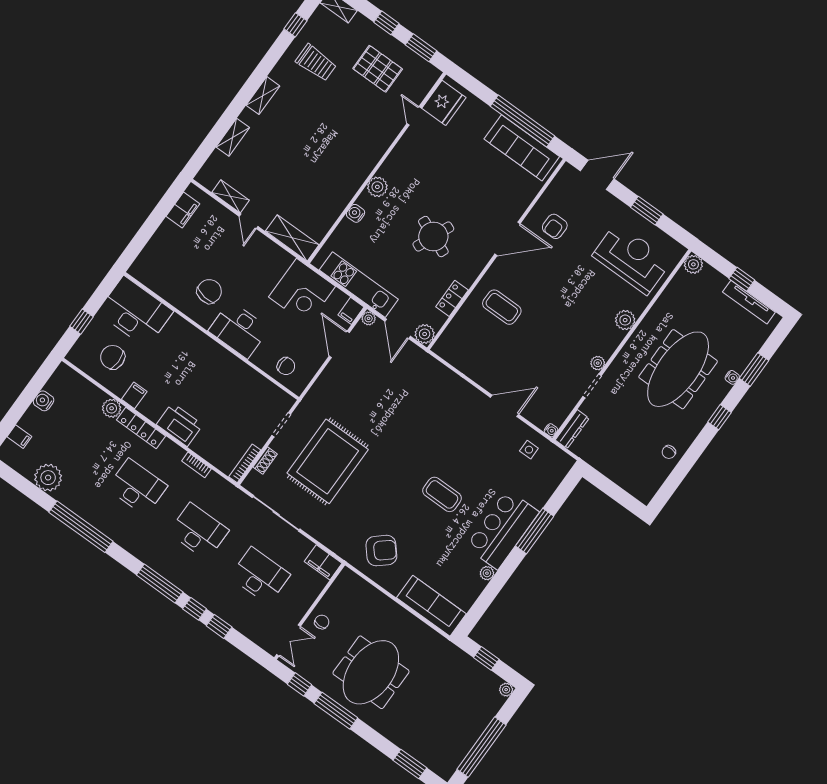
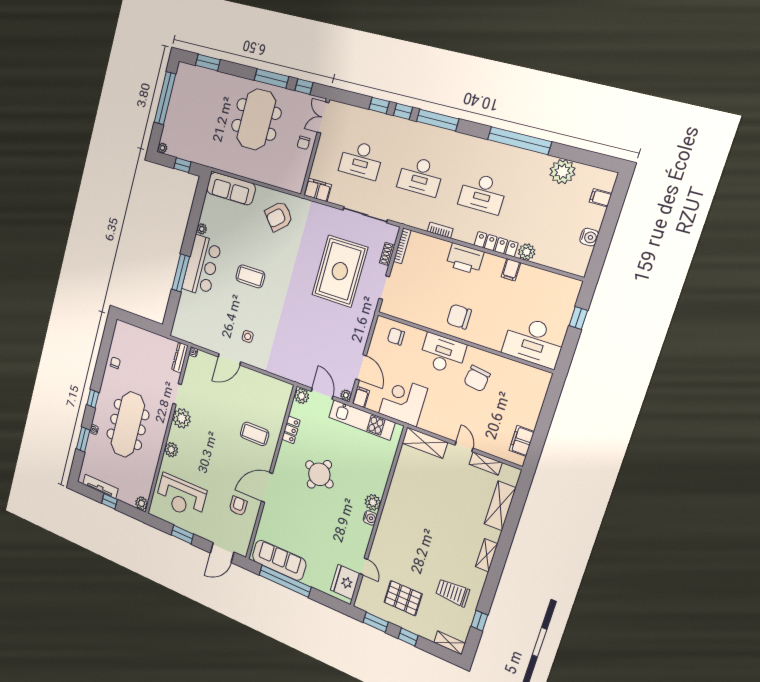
shelving: (233, 137) -> (500, 506), width x1.50, depth x1.33
water cooler: (356, 213) -> (370, 518), moved
chair: (113, 357) -> (459, 317), moved, turned 180
plant: (598, 363) -> (182, 418), width x1.88, depth x1.88
side table: (529, 450) -> (248, 336), moved

